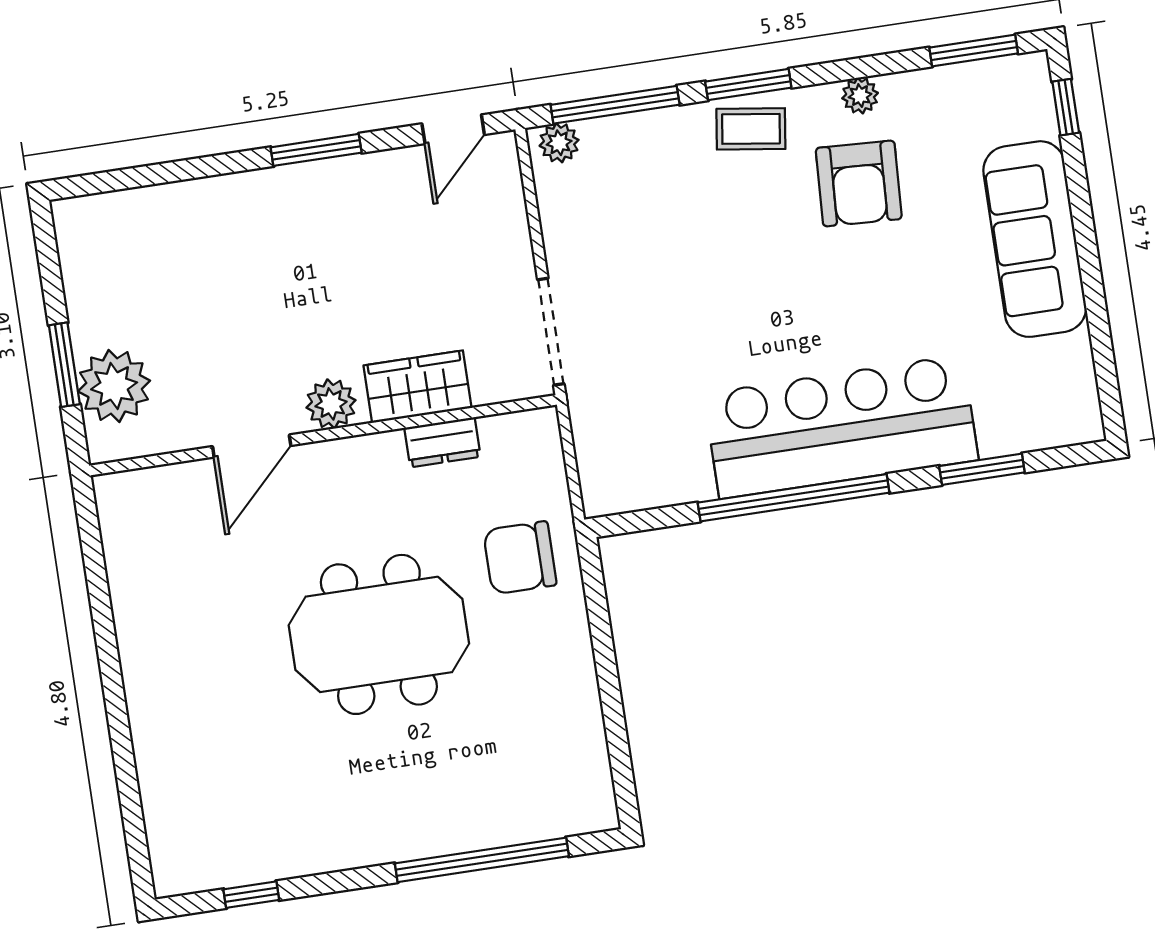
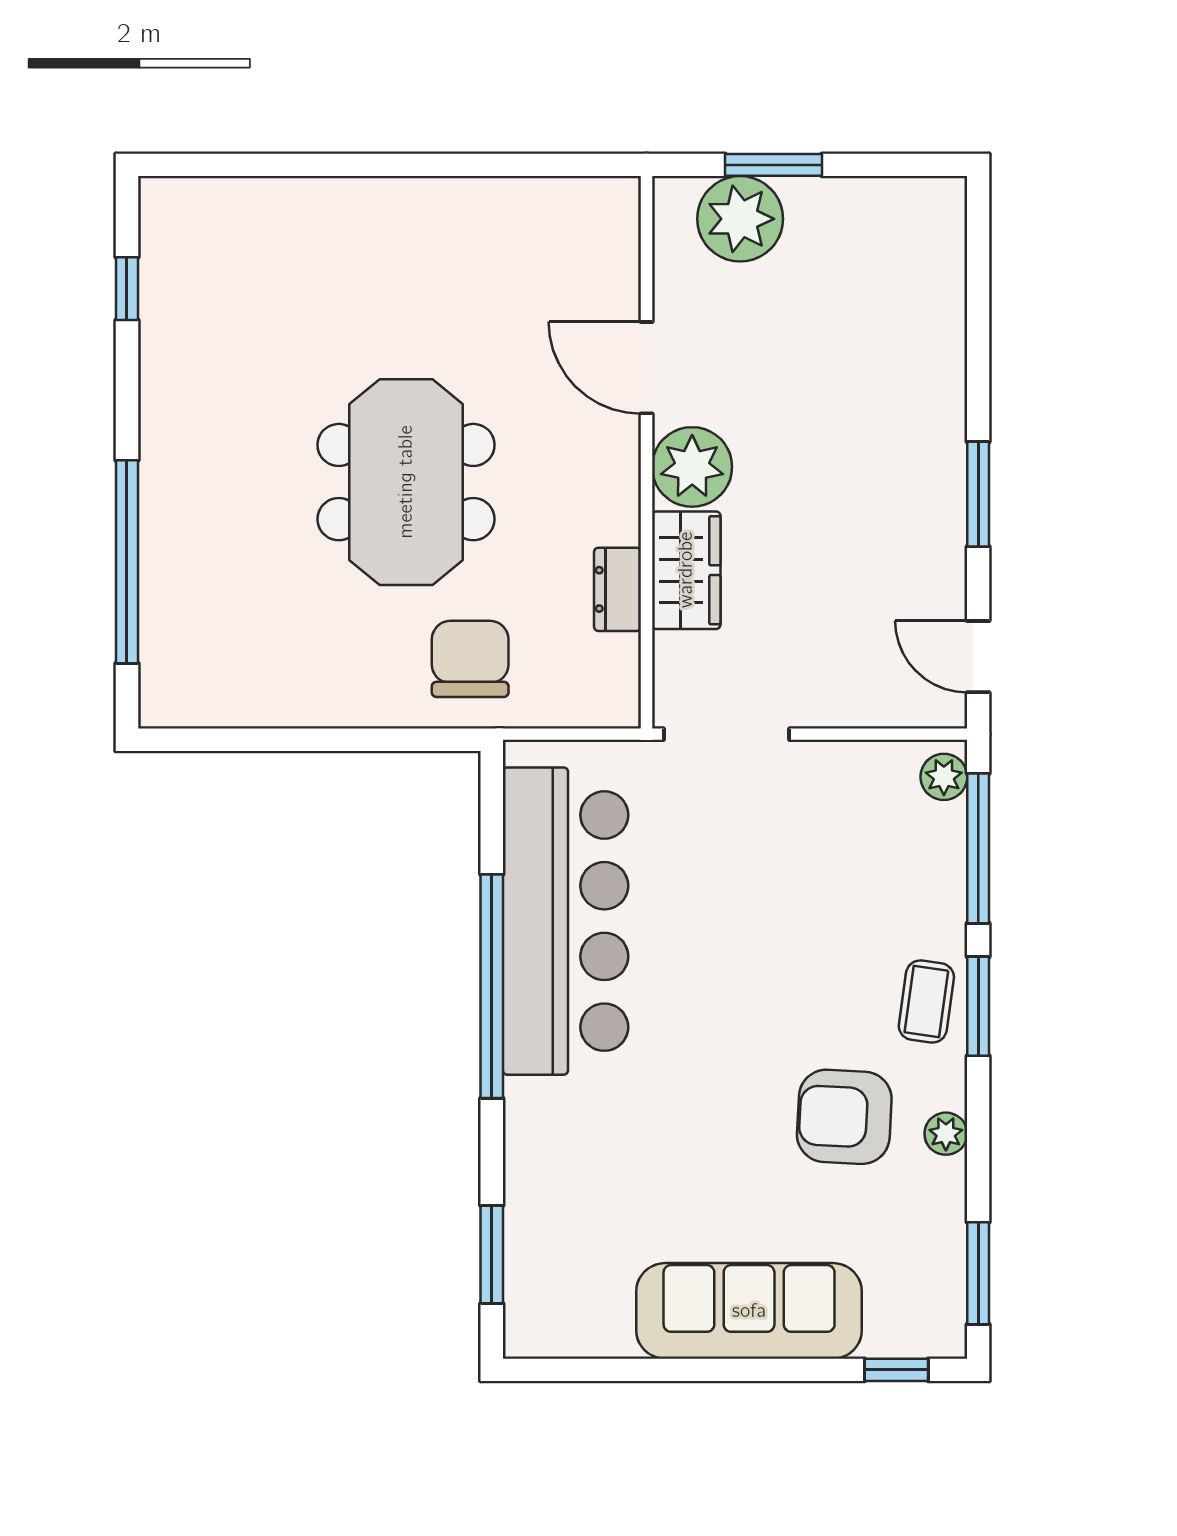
plant: (331, 404) -> (692, 467), width x1.36, depth x1.36
bar counter: (841, 427) -> (565, 921), moved
window: (982, 469) -> (492, 1255), moved

